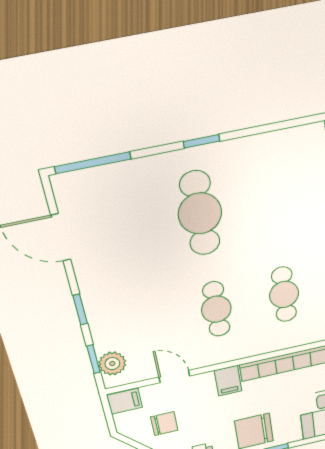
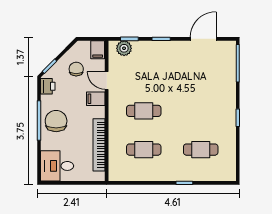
cafe table: (200, 213) -> (201, 150), moved, width x0.73, depth x0.74
door: (174, 377) -> (107, 81), swing flipped
filing cabinet: (228, 381) -> (96, 99), moved
chair: (164, 424) -> (76, 69), turned 180

